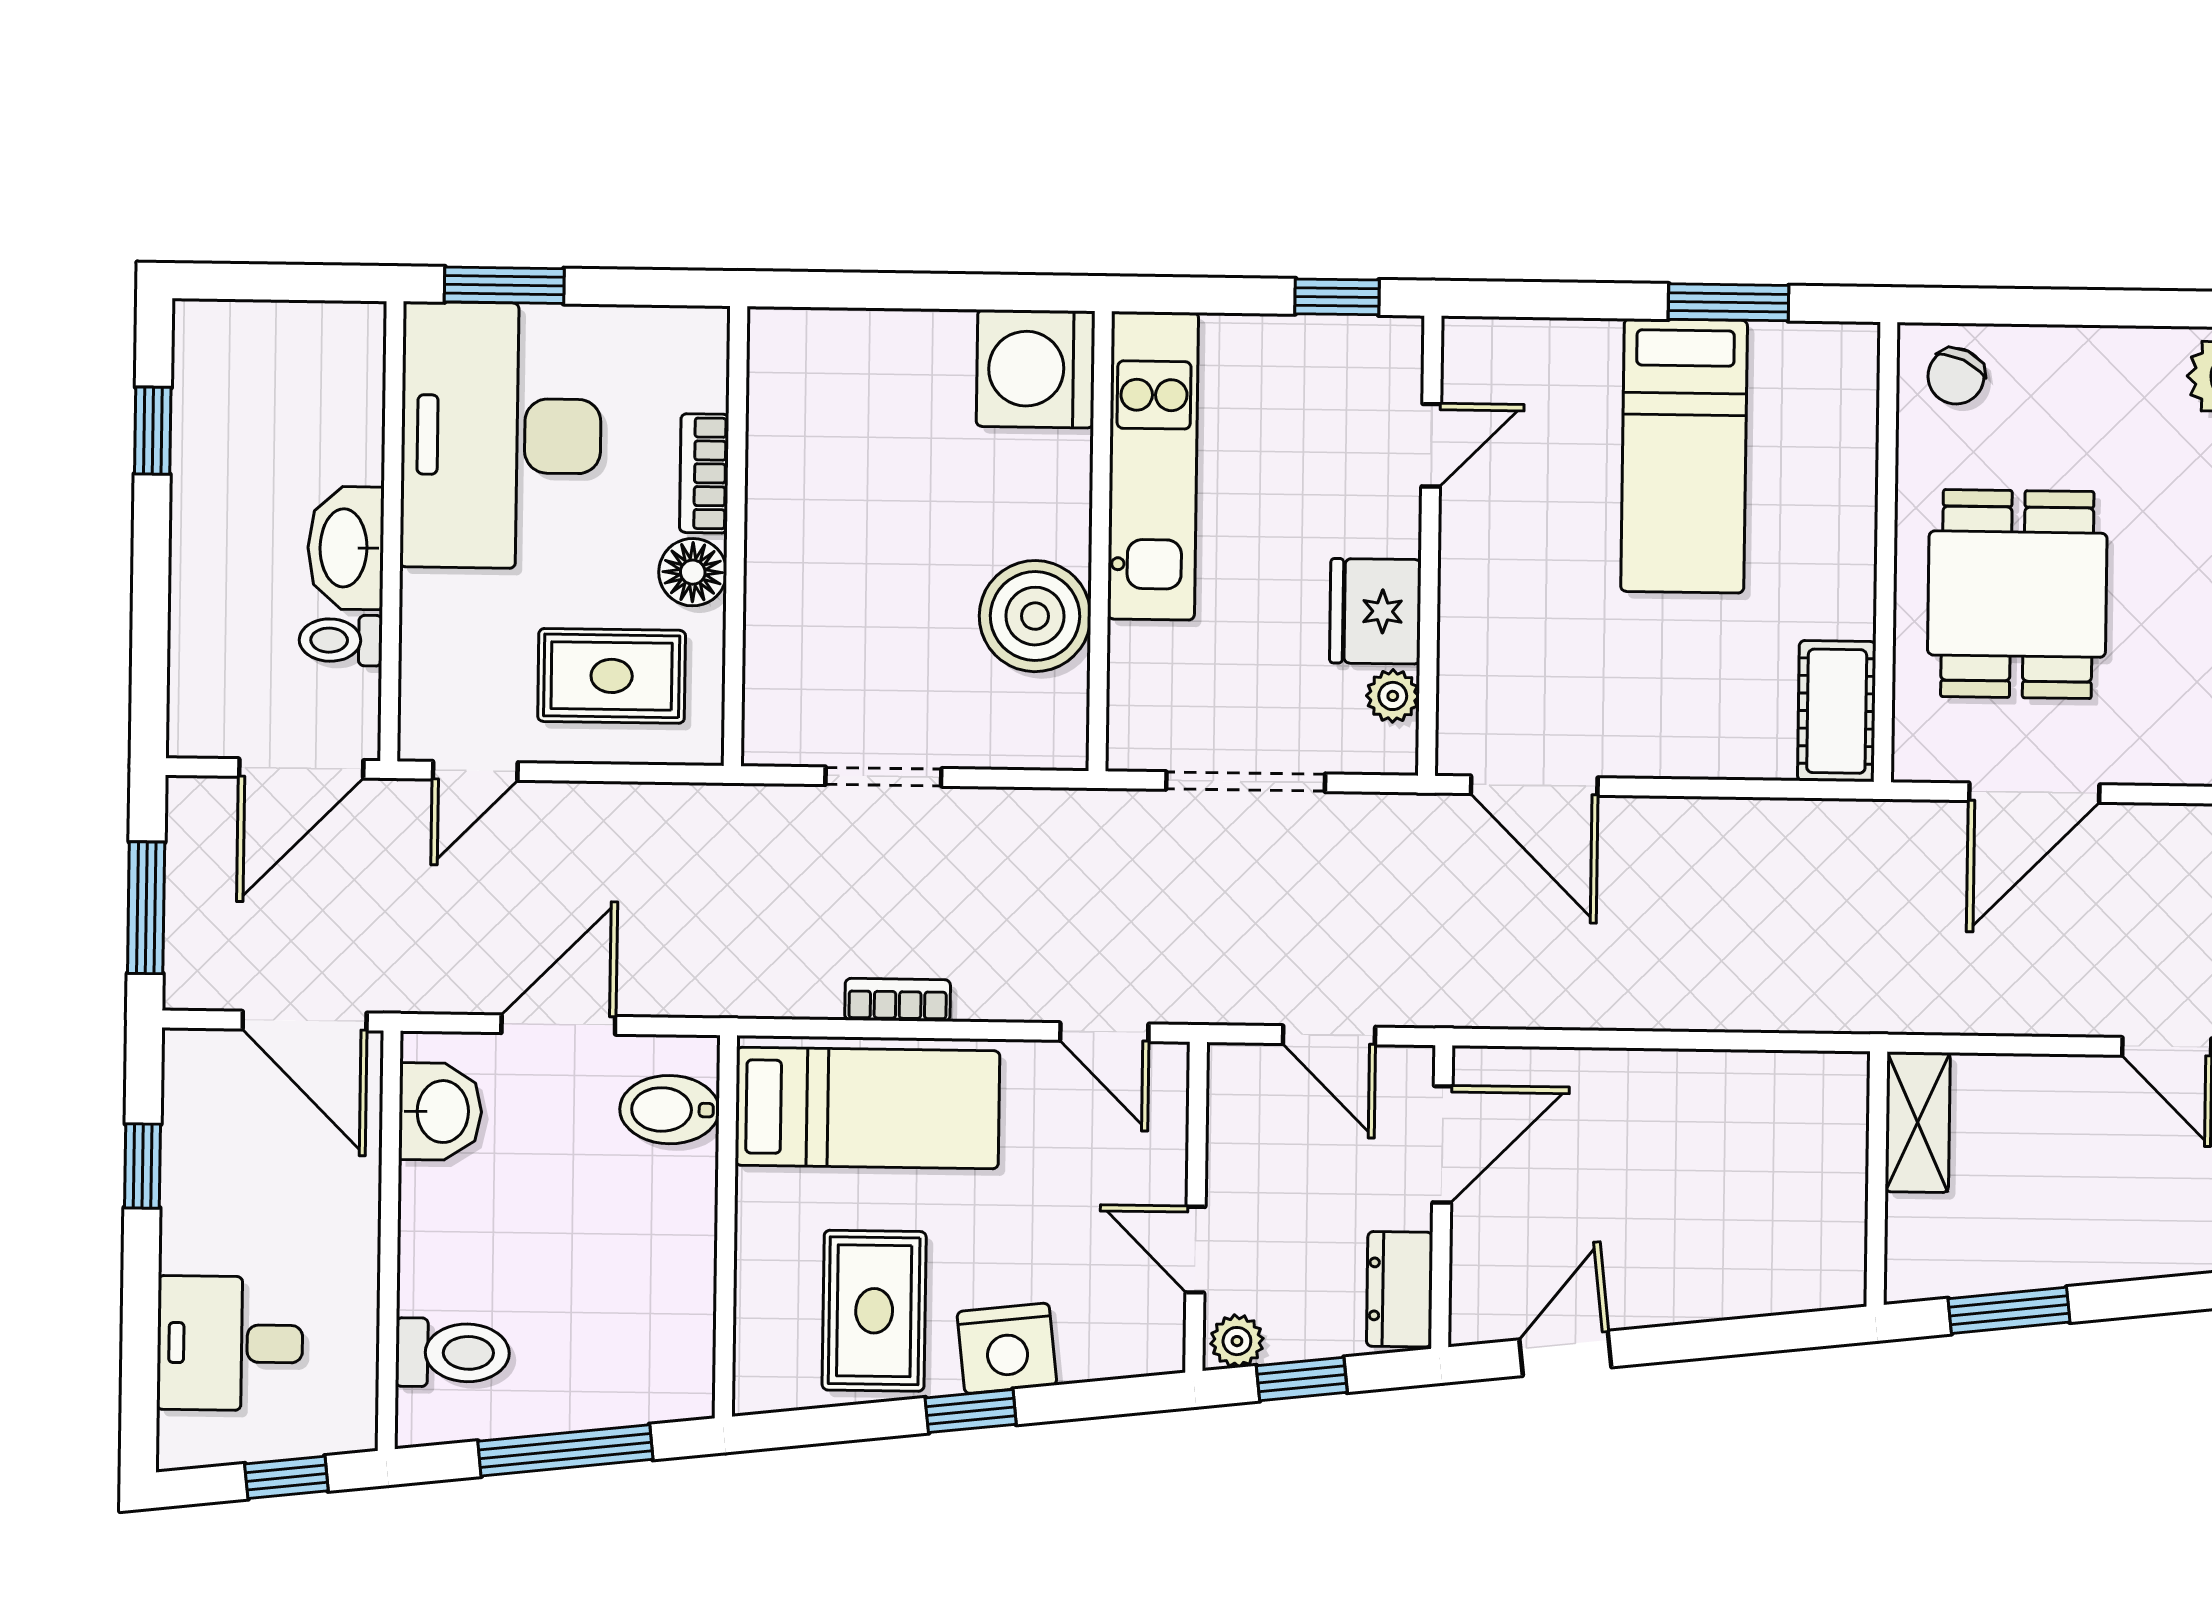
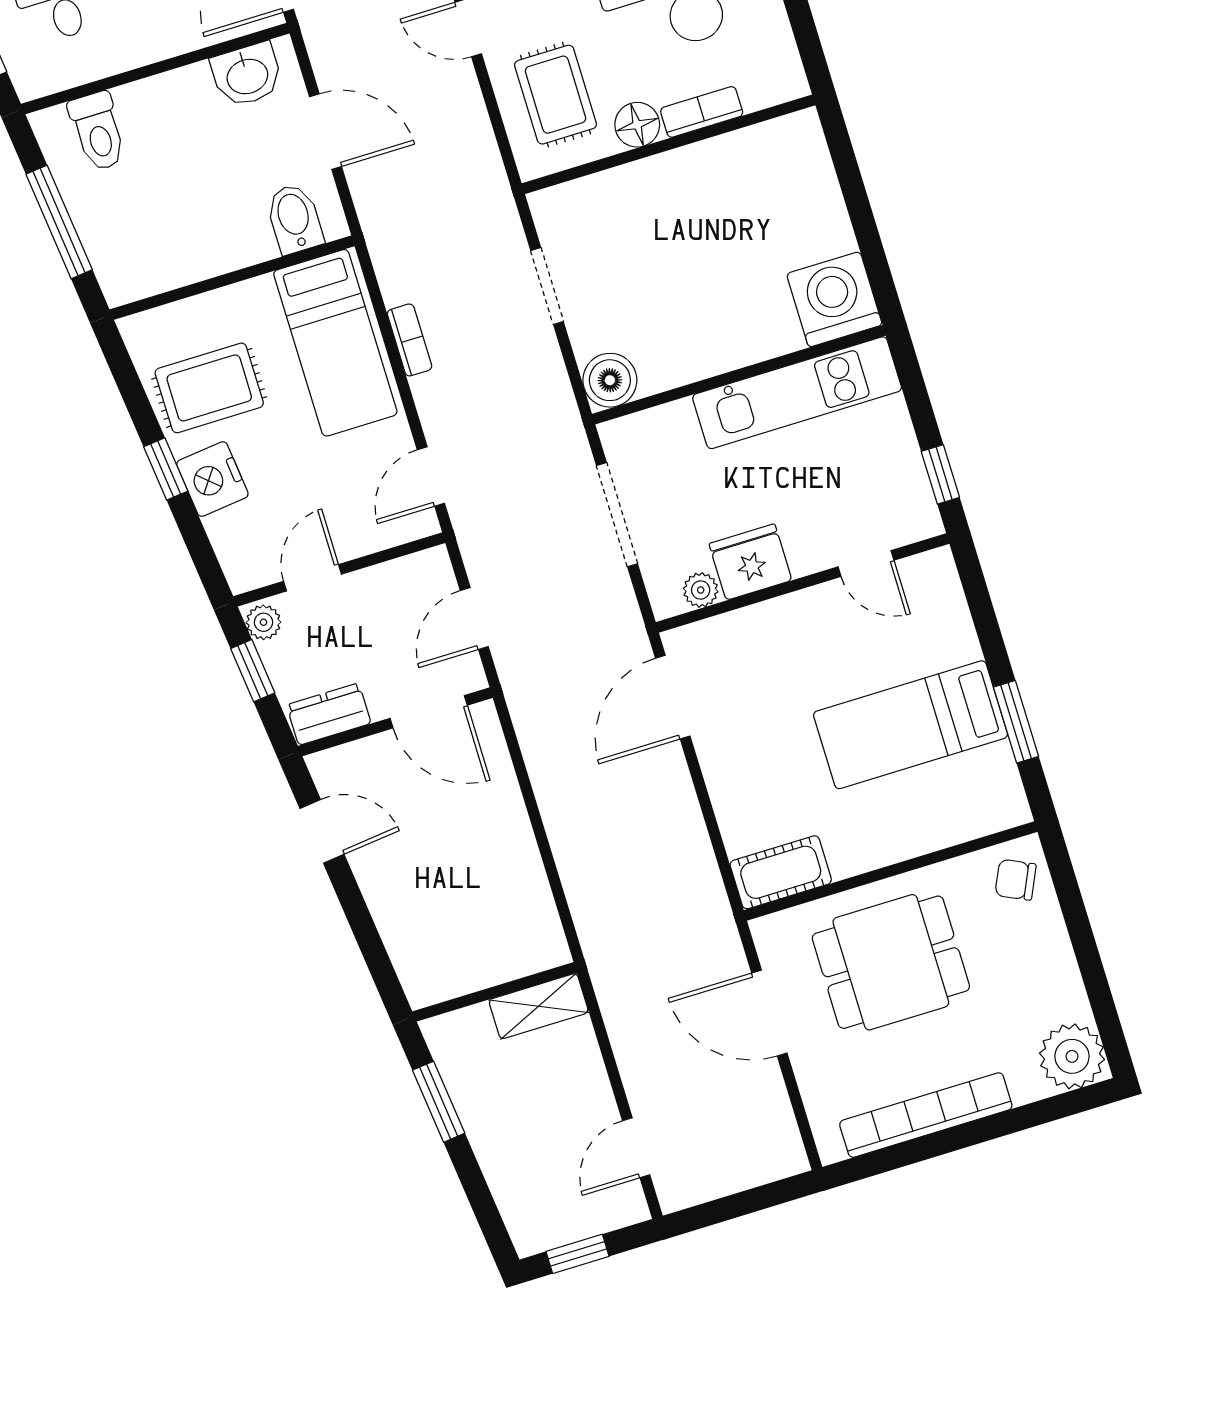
boiler: (1035, 616) -> (610, 380), moved, width x0.73, depth x0.73

